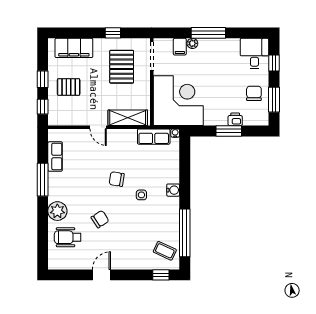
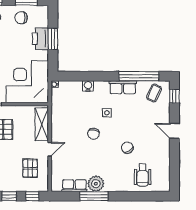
pallet: (69, 87) -> (30, 168), moved
printer: (235, 119) -> (40, 39), width x1.87, depth x1.48
row of seats: (154, 137) -> (123, 87), moved, turned 90
water cooler: (173, 190) -> (88, 86), moved
plant: (57, 211) -> (96, 184), moved
door: (101, 275) -> (174, 131), moved

